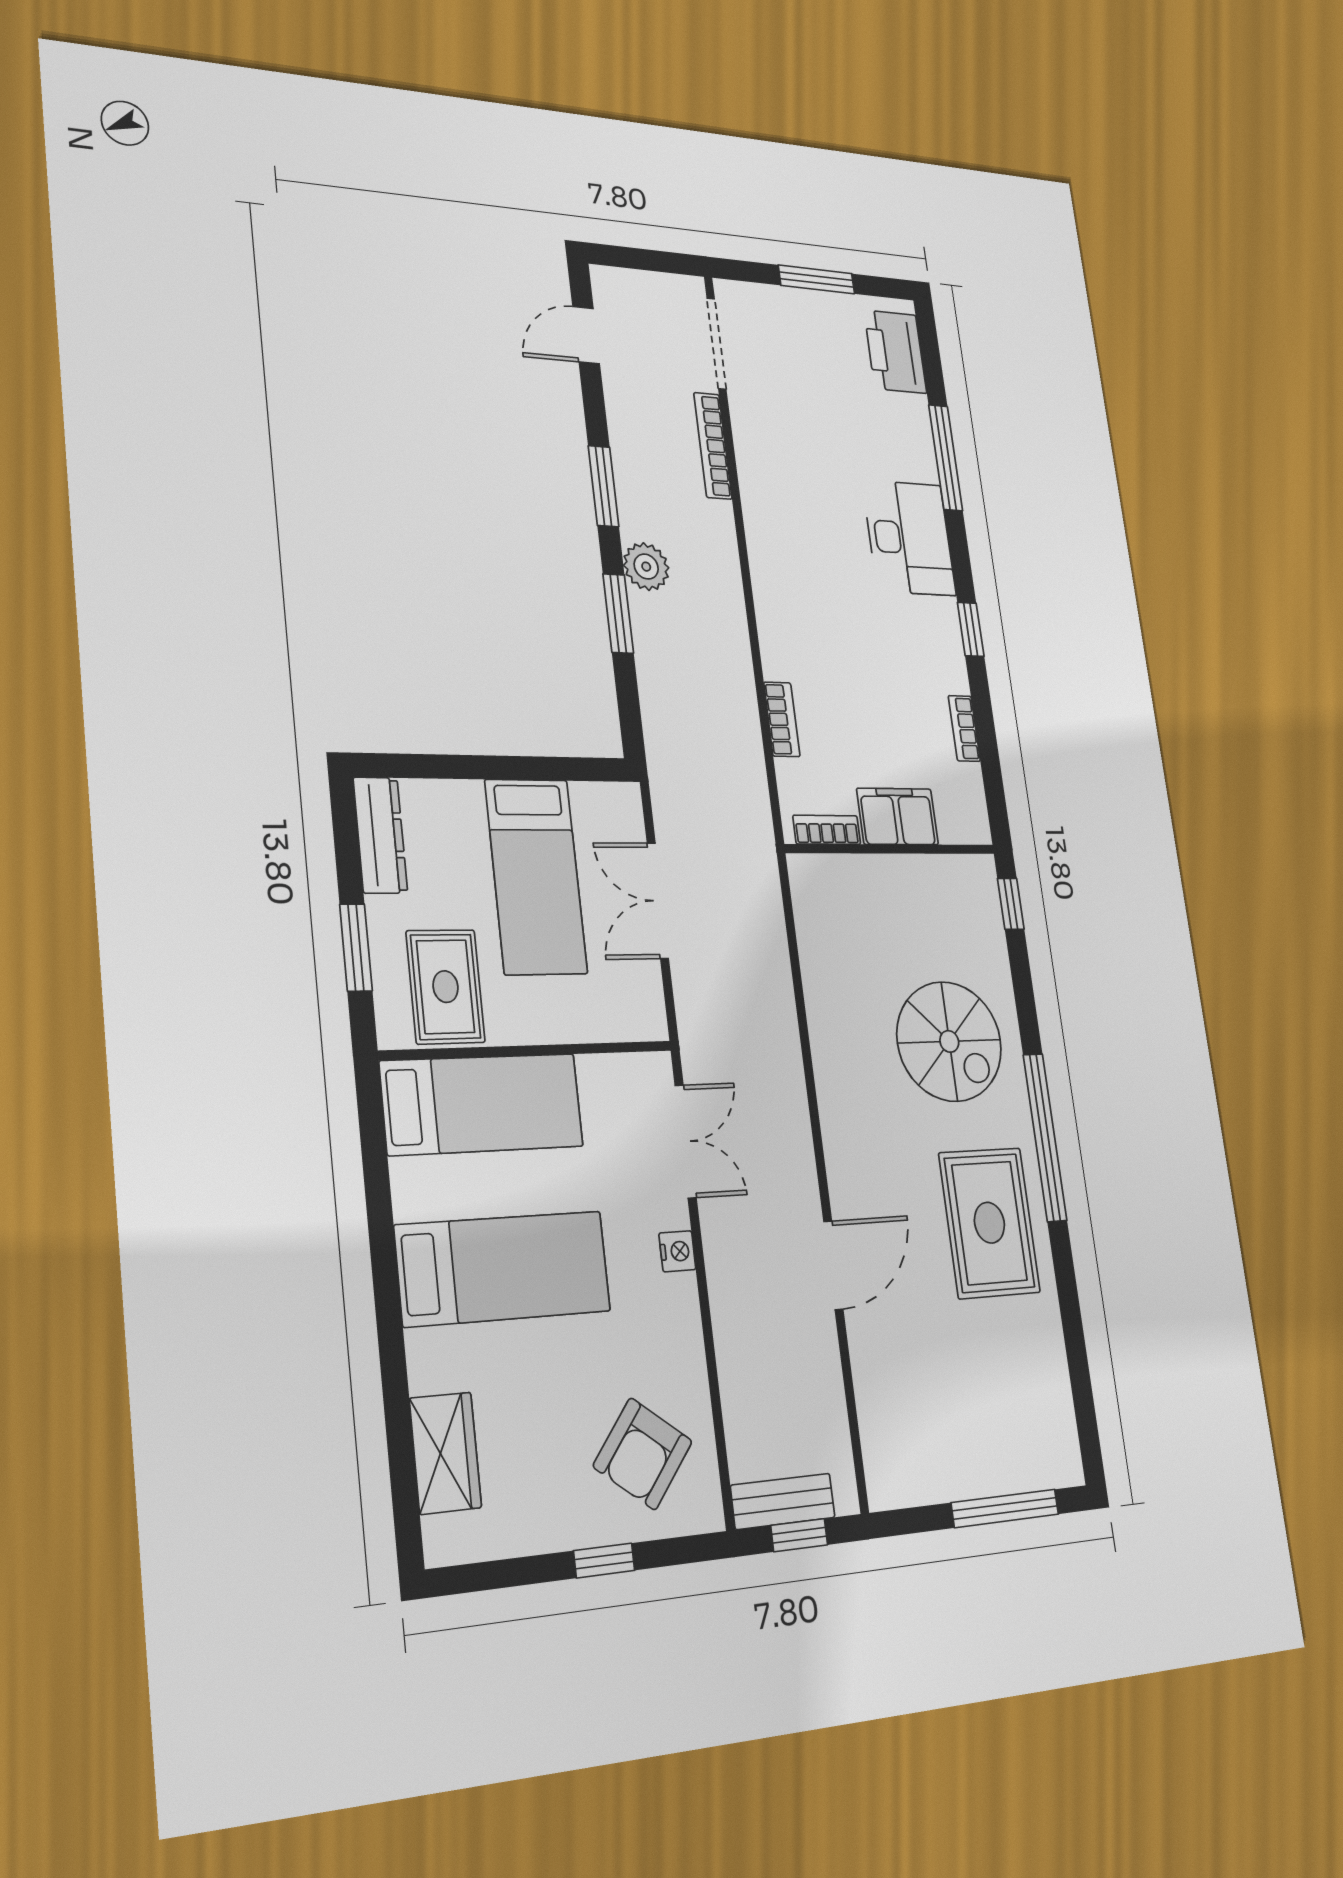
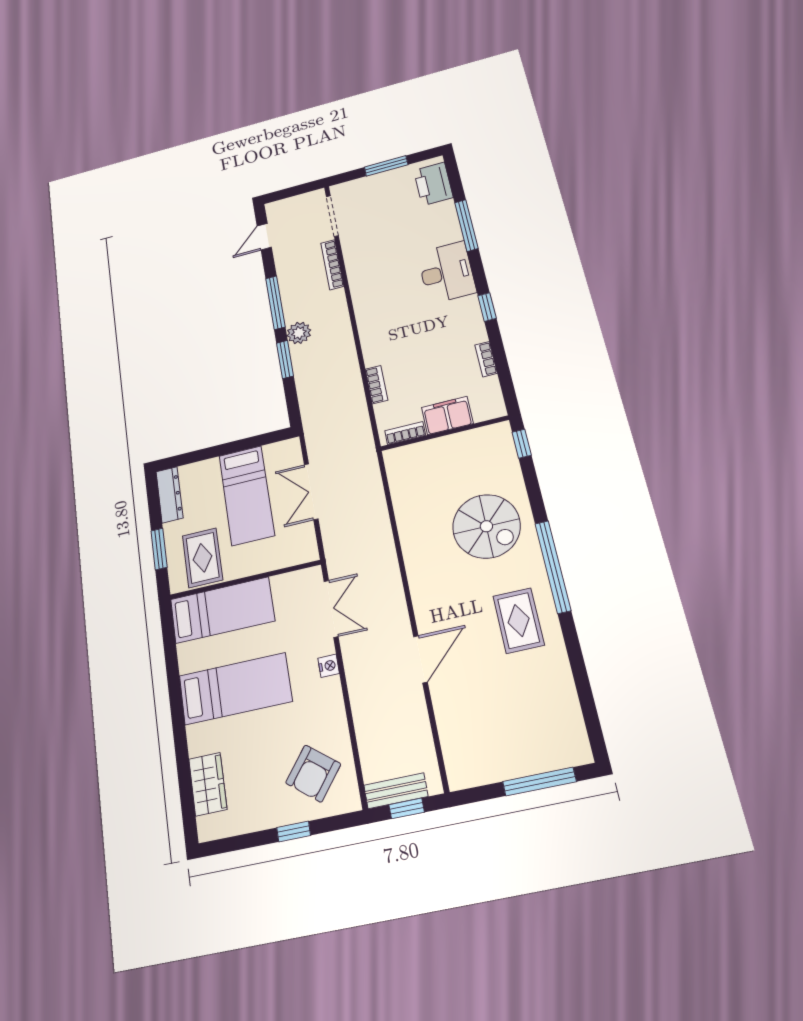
window: (603, 486) -> (275, 303), width x1.44
rug: (989, 1223) -> (519, 621), width x0.73, depth x0.70

